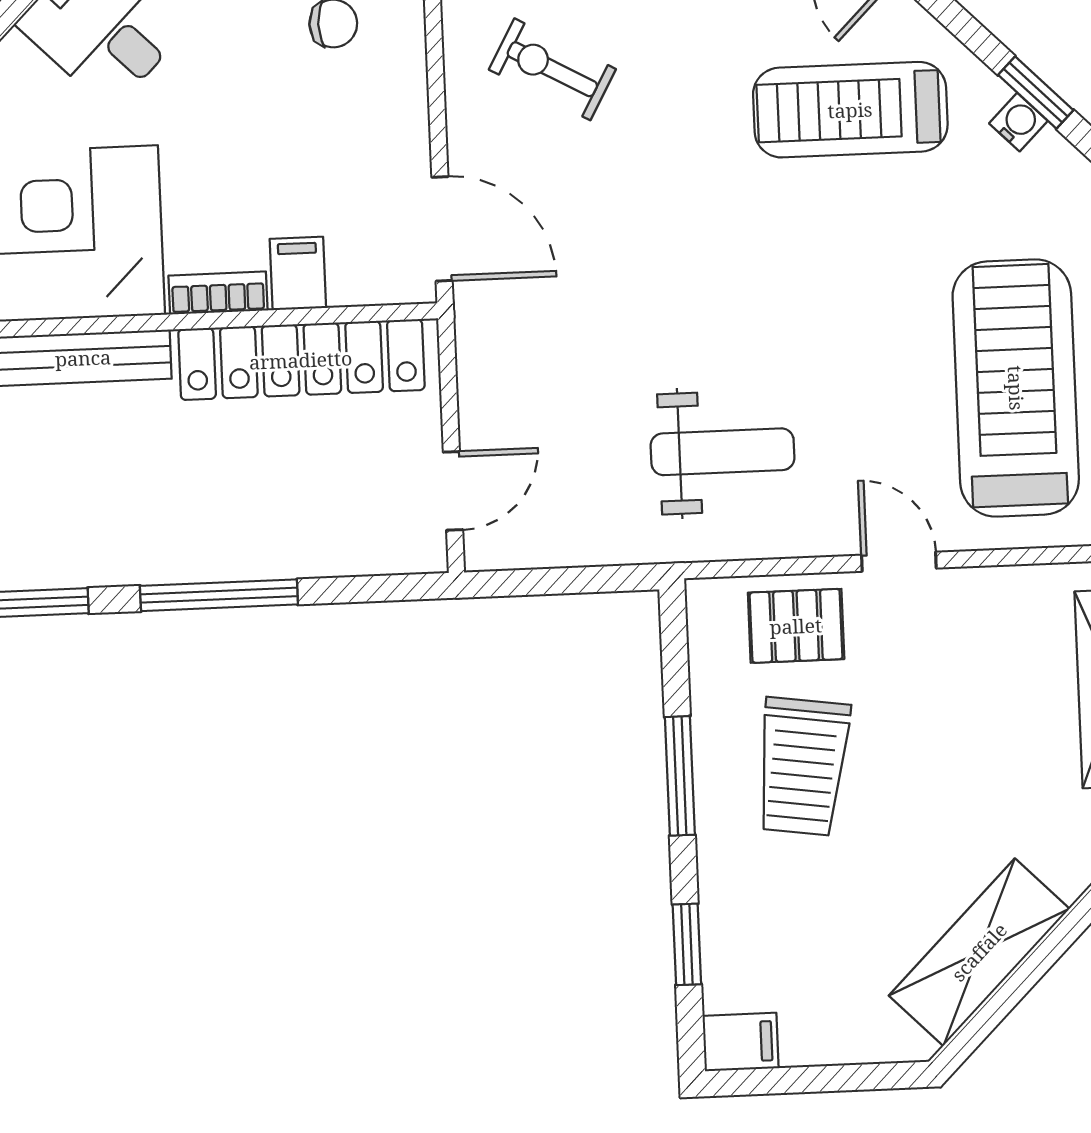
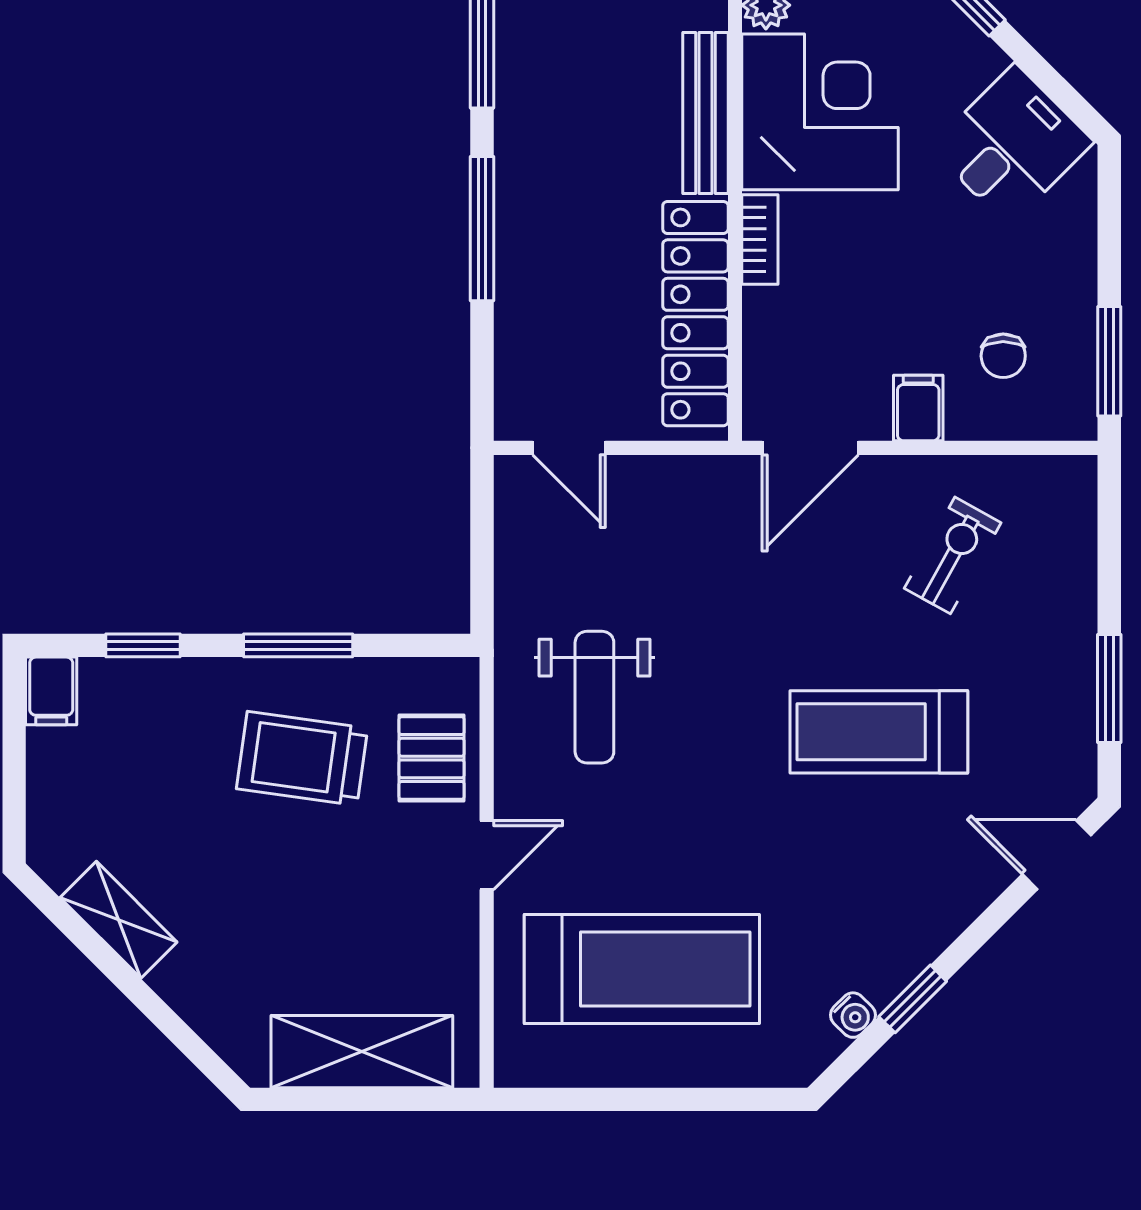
treadmill: (850, 110) -> (879, 732), moved, turned -90
water cooler: (1018, 122) -> (853, 1015), moved
filing cabinet: (298, 273) -> (918, 408), moved, turned -90
shelving: (979, 952) -> (119, 920), width x0.67, depth x0.75

